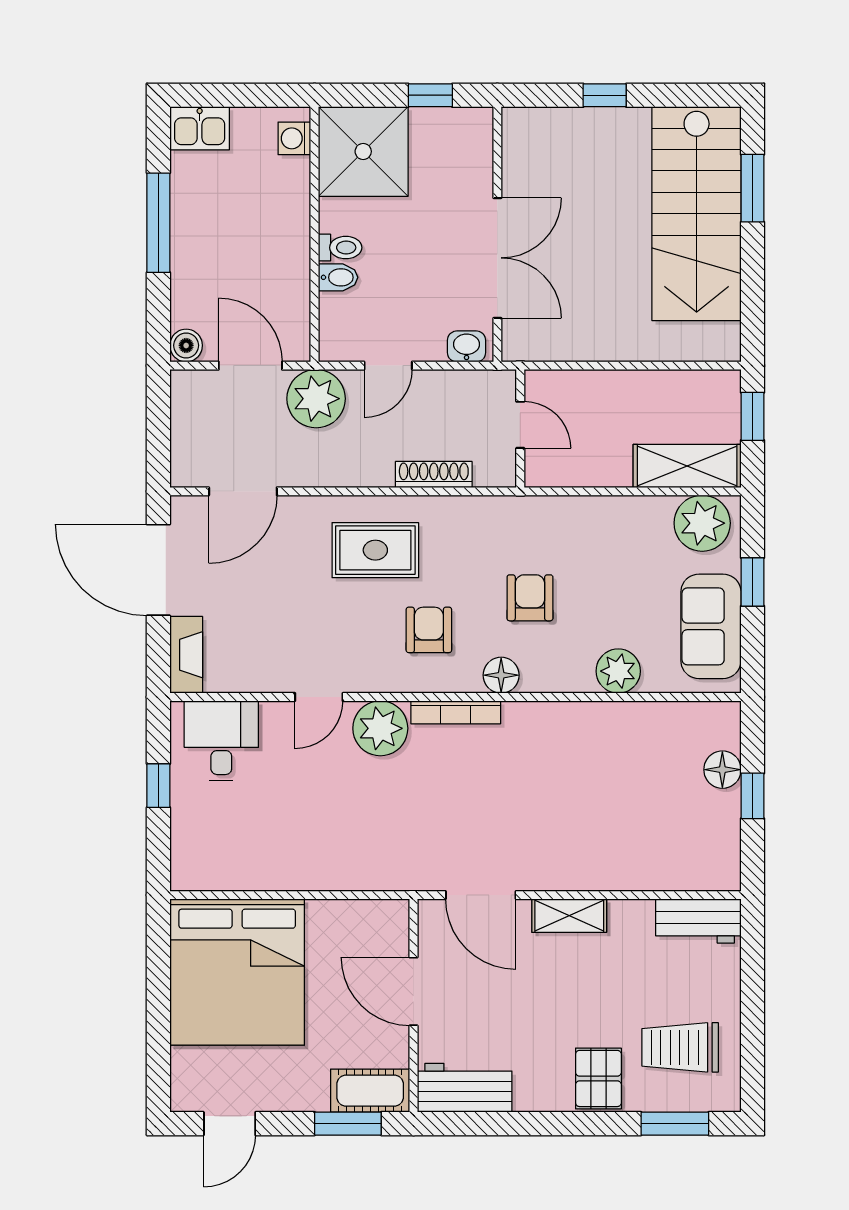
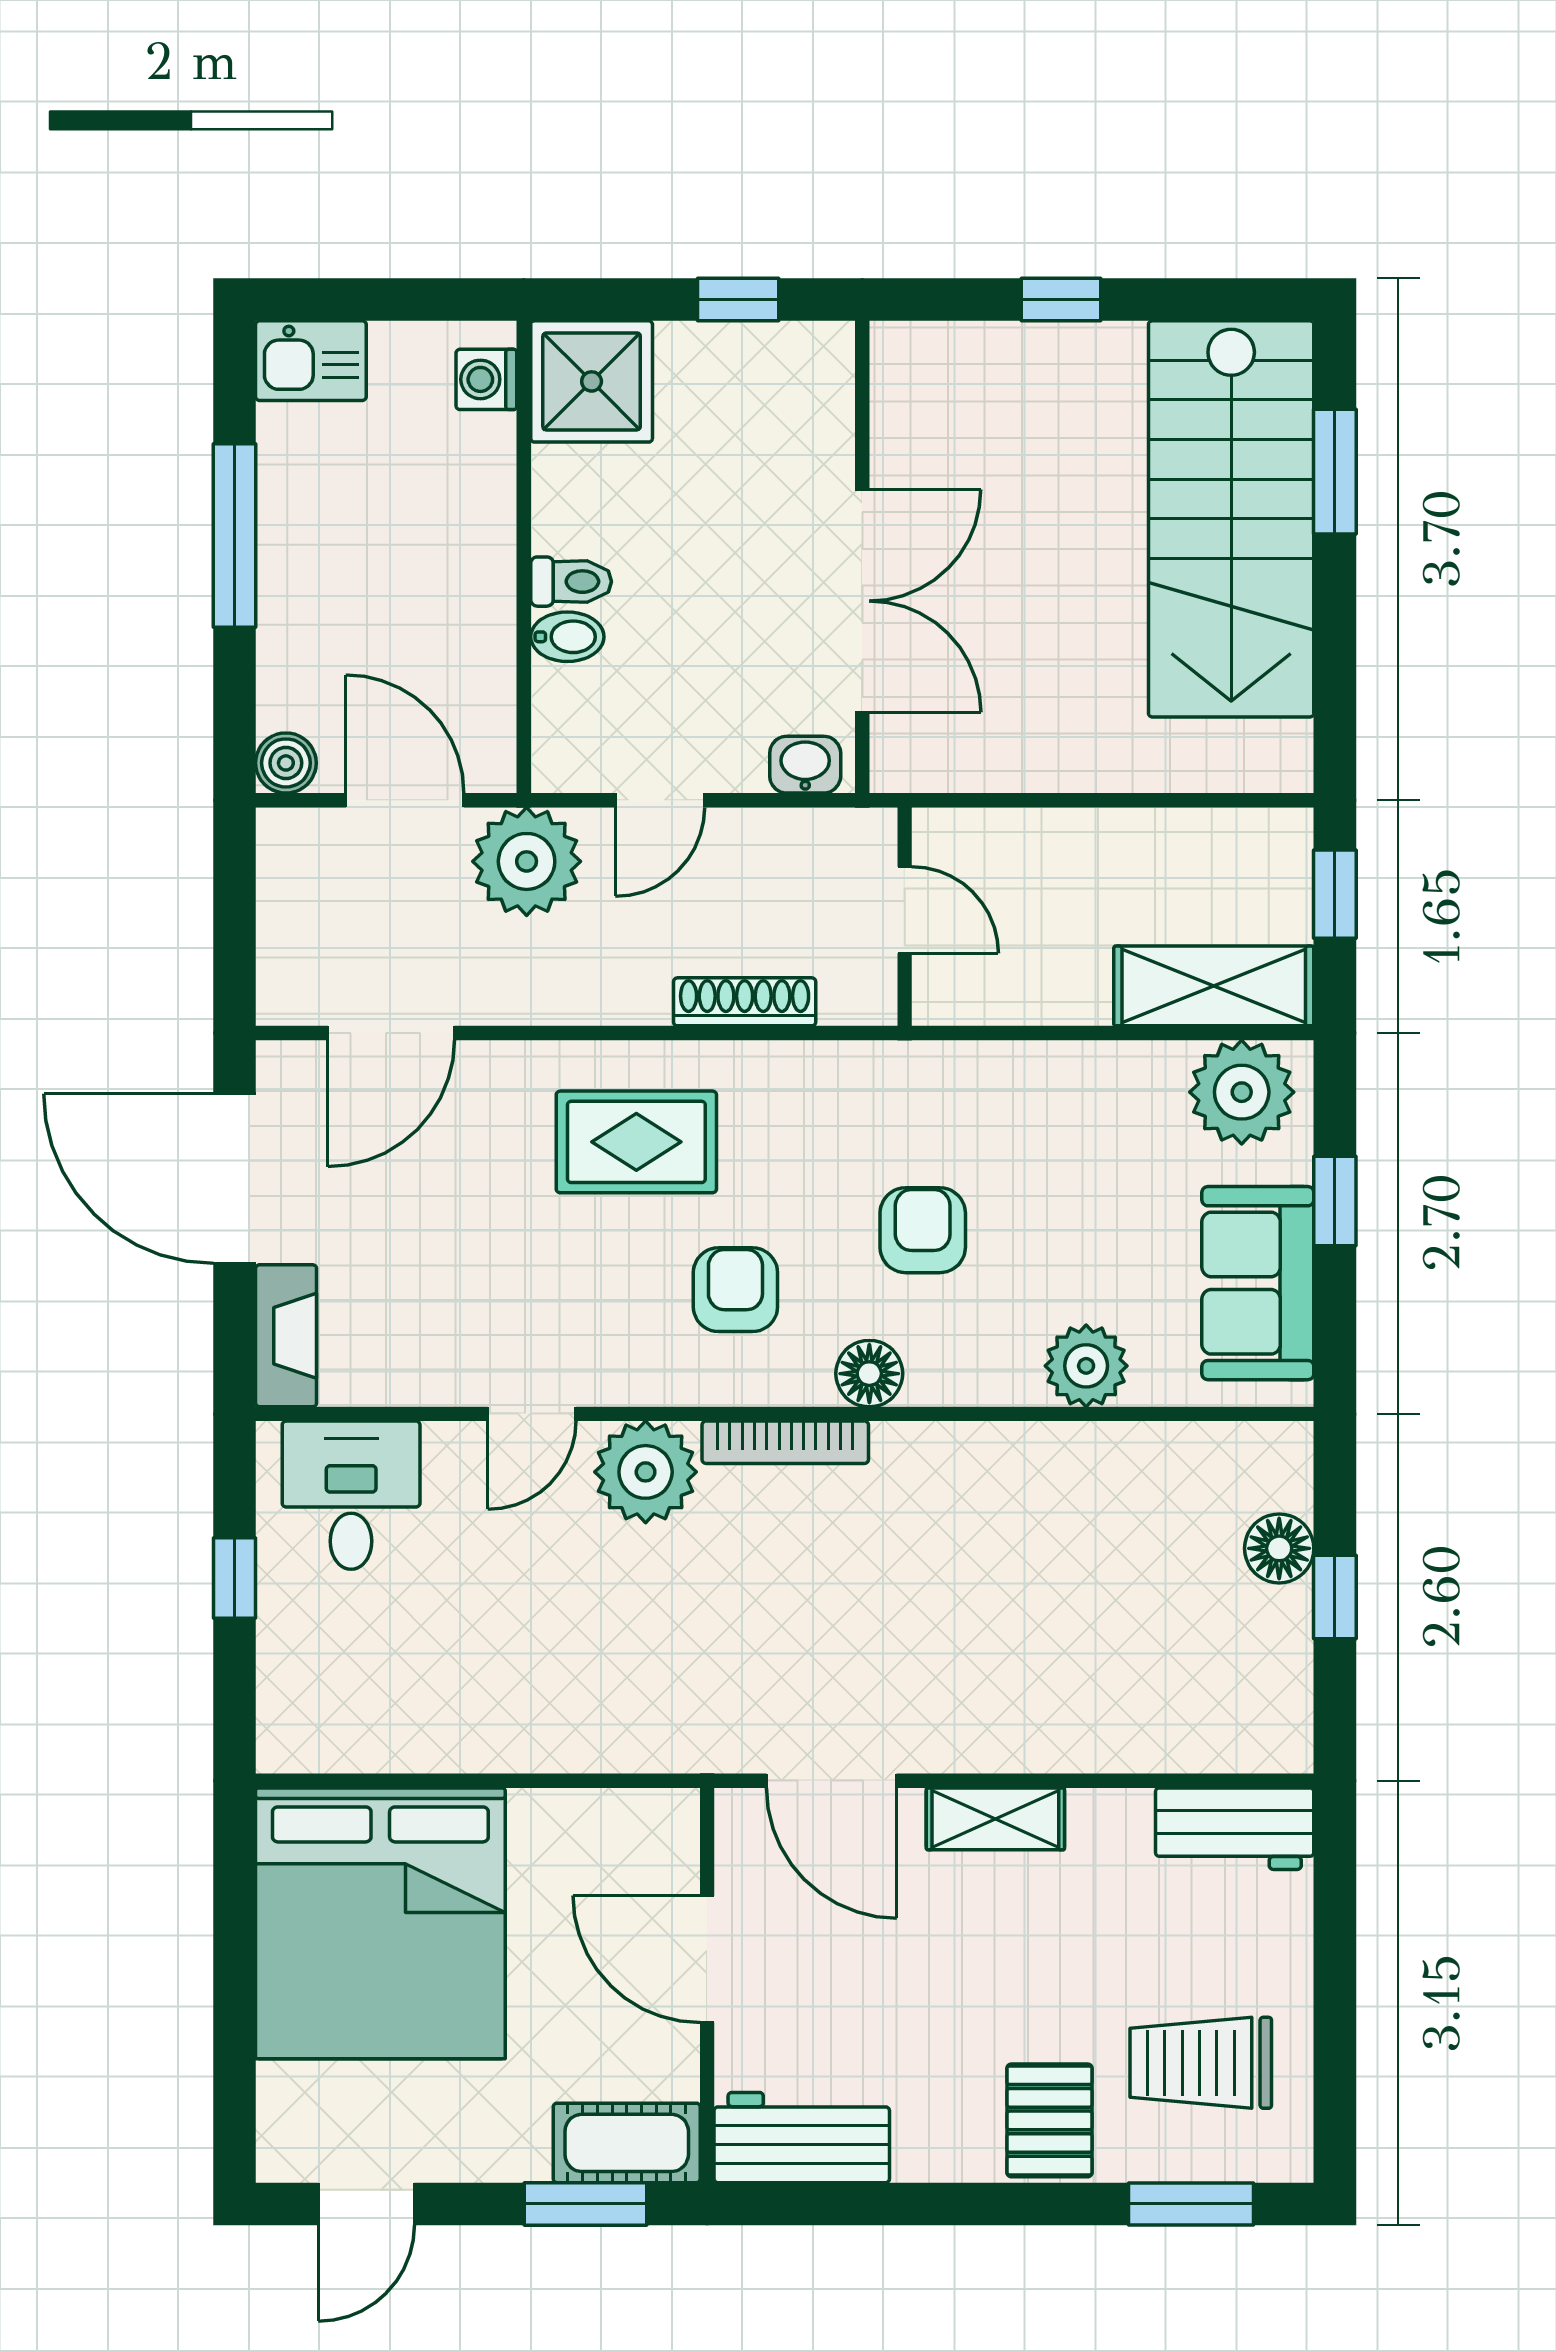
shower: (363, 151) -> (592, 381), width x0.73, depth x0.73

